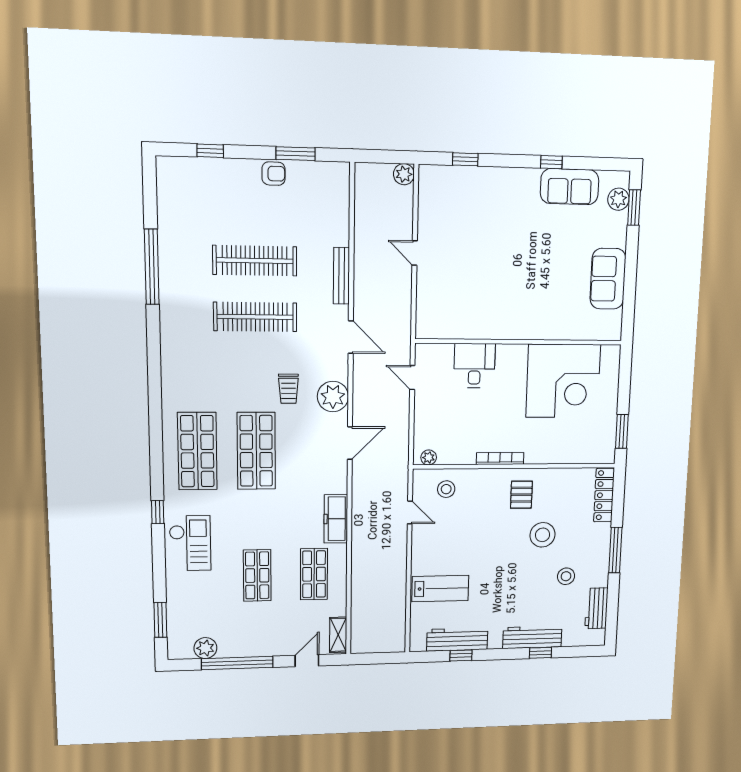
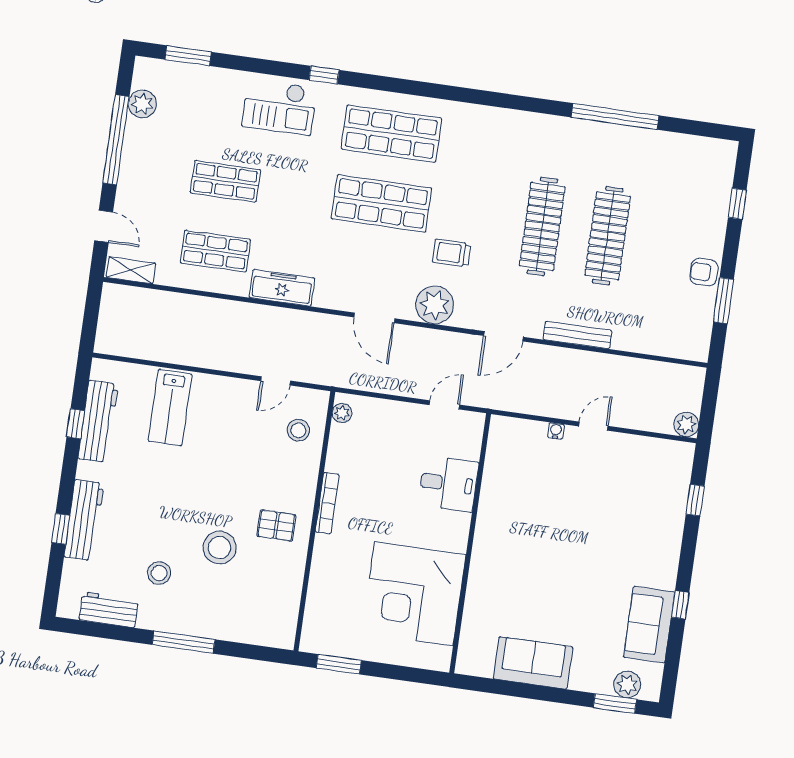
armchair: (274, 174) -> (704, 272), turned 90
water cooler: (422, 284) -> (556, 431), added
locker: (604, 495) -> (259, 633), removed

